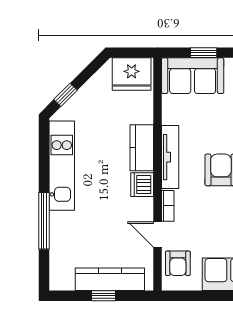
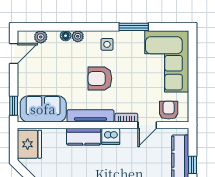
window: (204, 53) -> (14, 106), moved
sofa: (193, 76) -> (43, 109), moved, turned -90
armchair: (178, 263) -> (169, 110), turned -90

